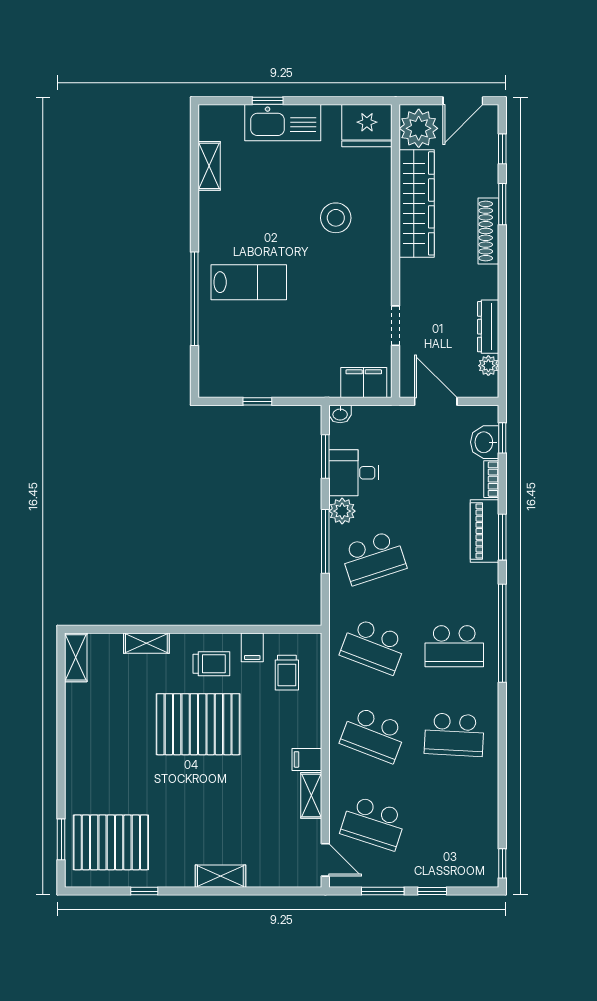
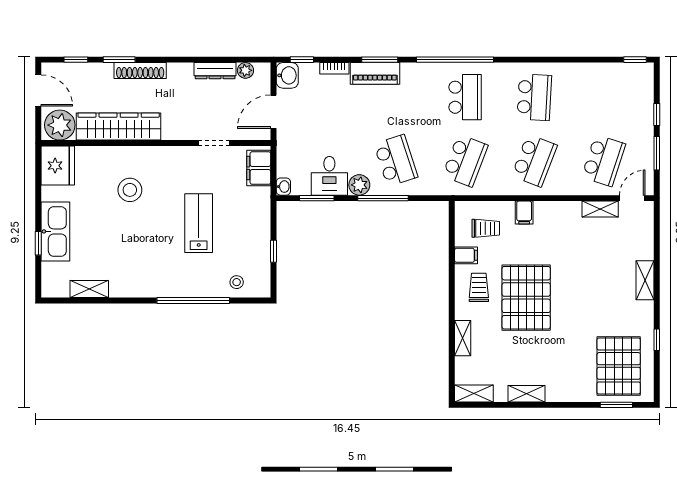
lab bench: (249, 282) -> (199, 223), moved
stool: (218, 354) -> (237, 282), added
washbasin: (485, 442) -> (287, 75), moved, turned -90
shelving: (75, 725) -> (527, 394), added
filing cabinet: (307, 759) -> (524, 213), moved
shelving: (311, 795) -> (600, 209), moved

